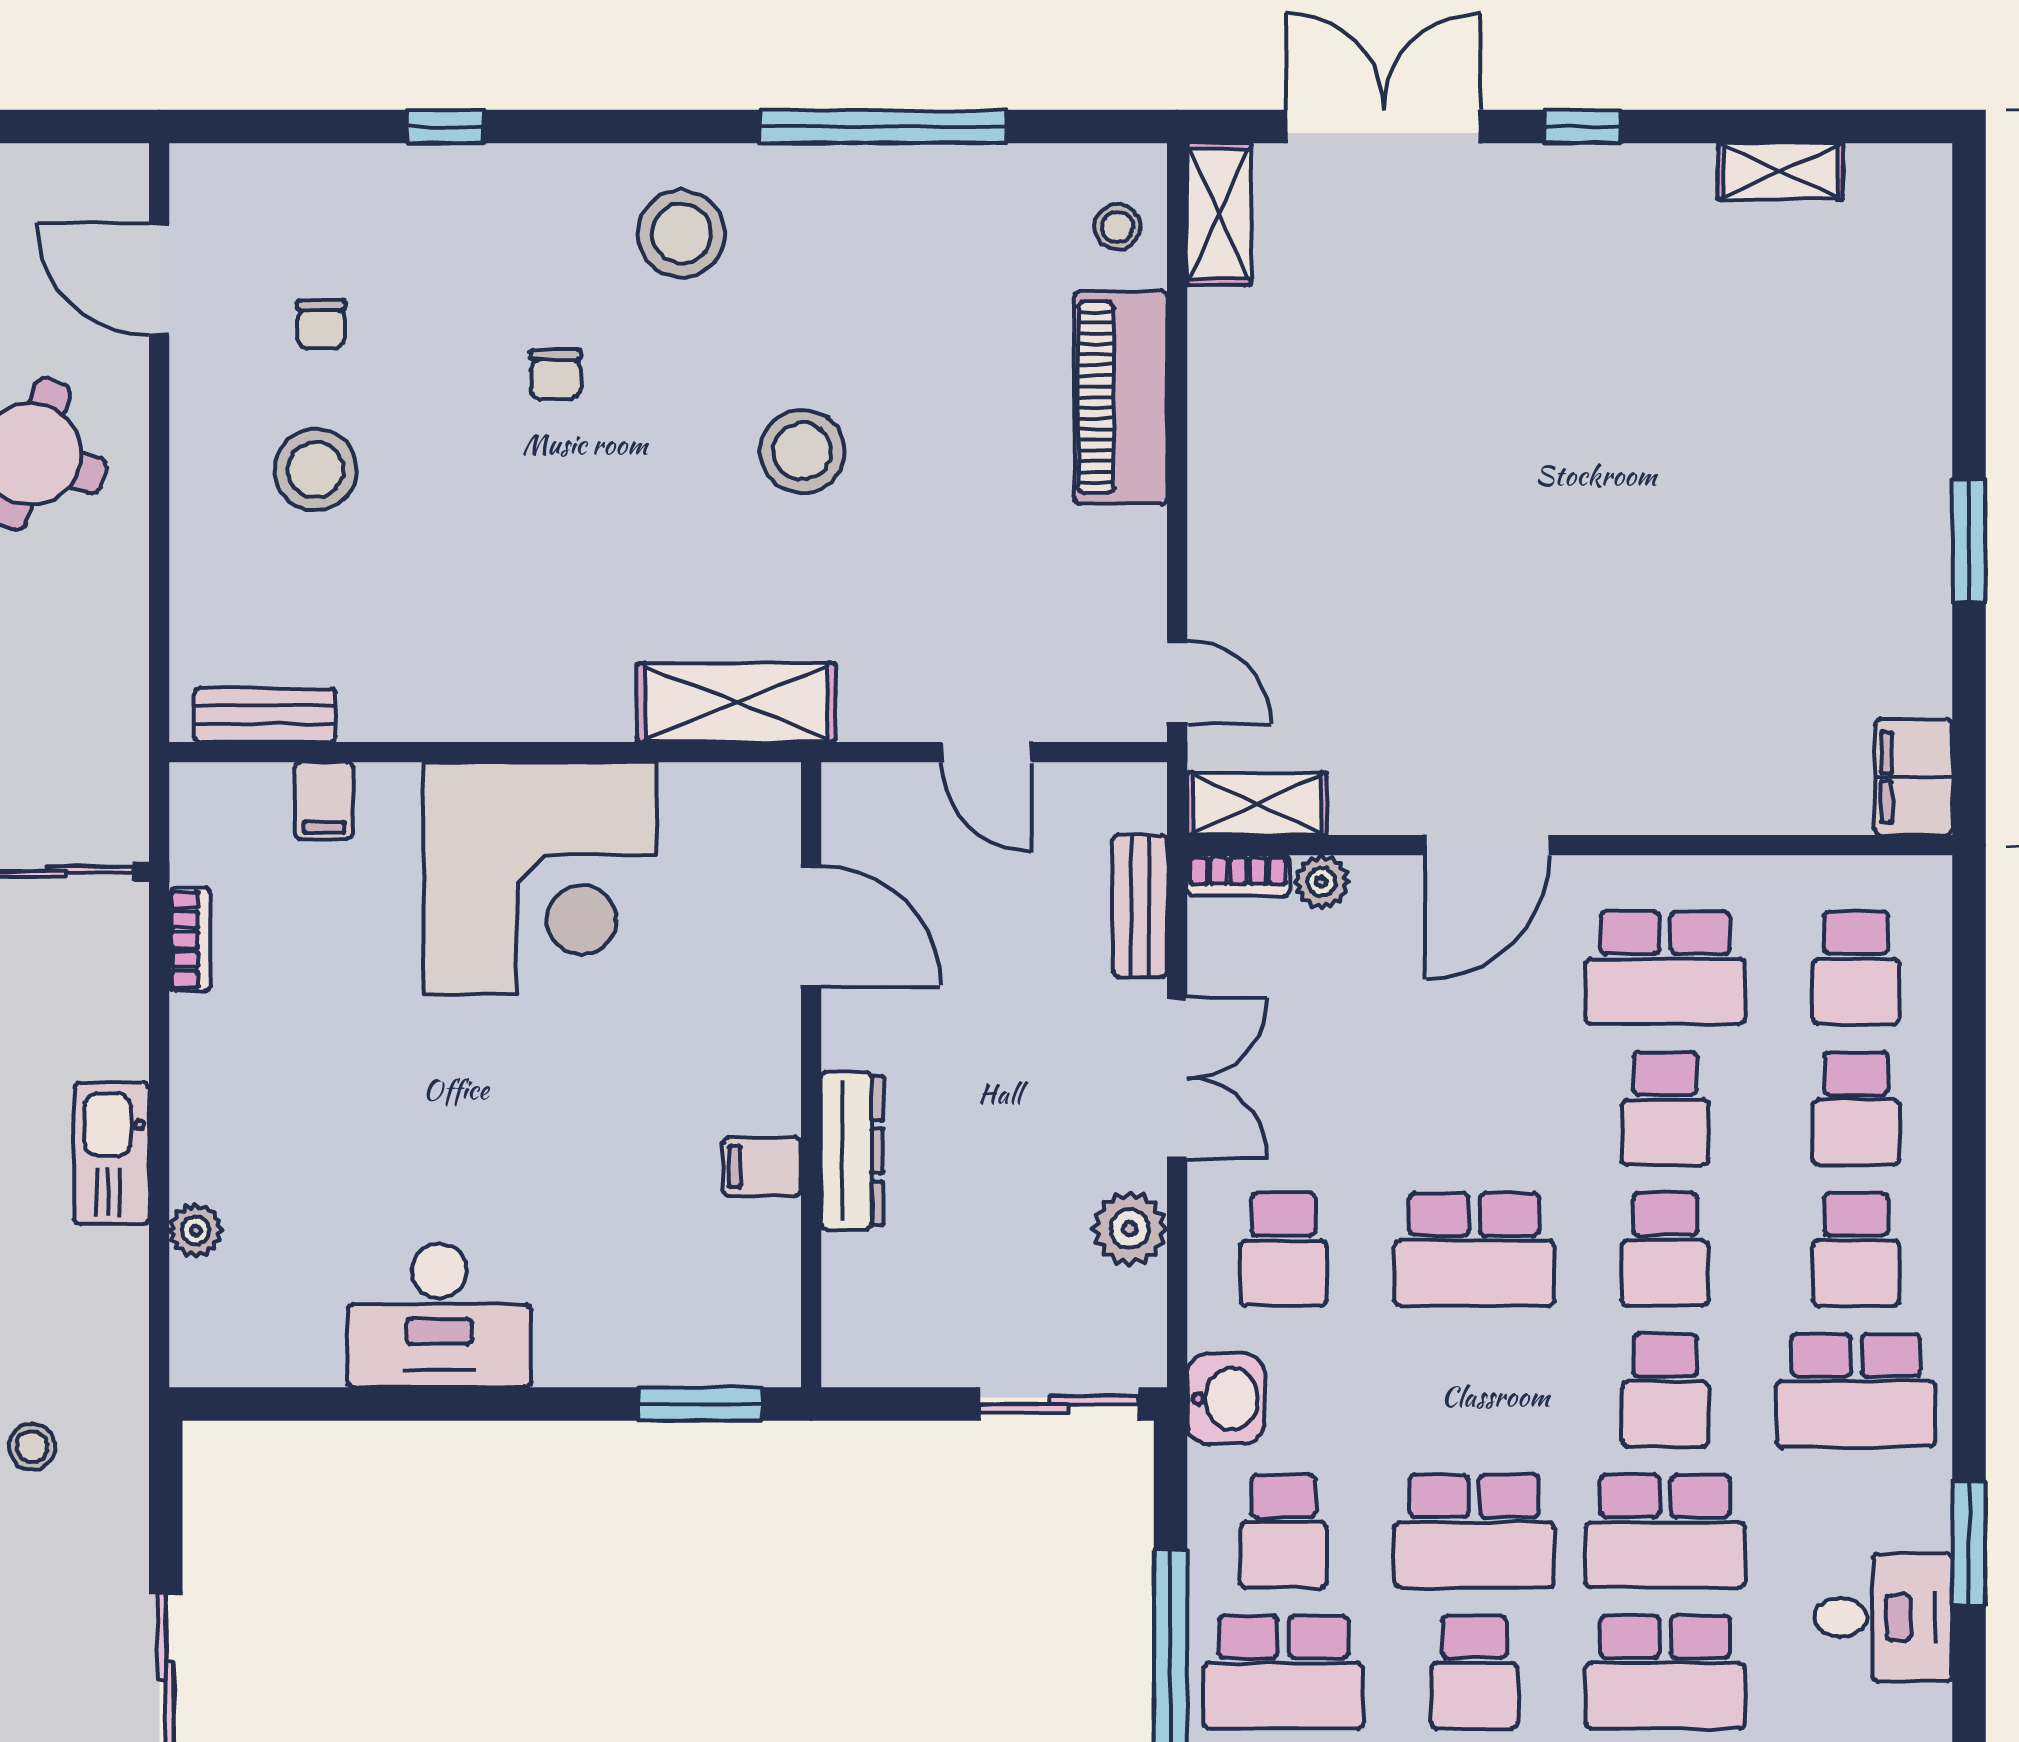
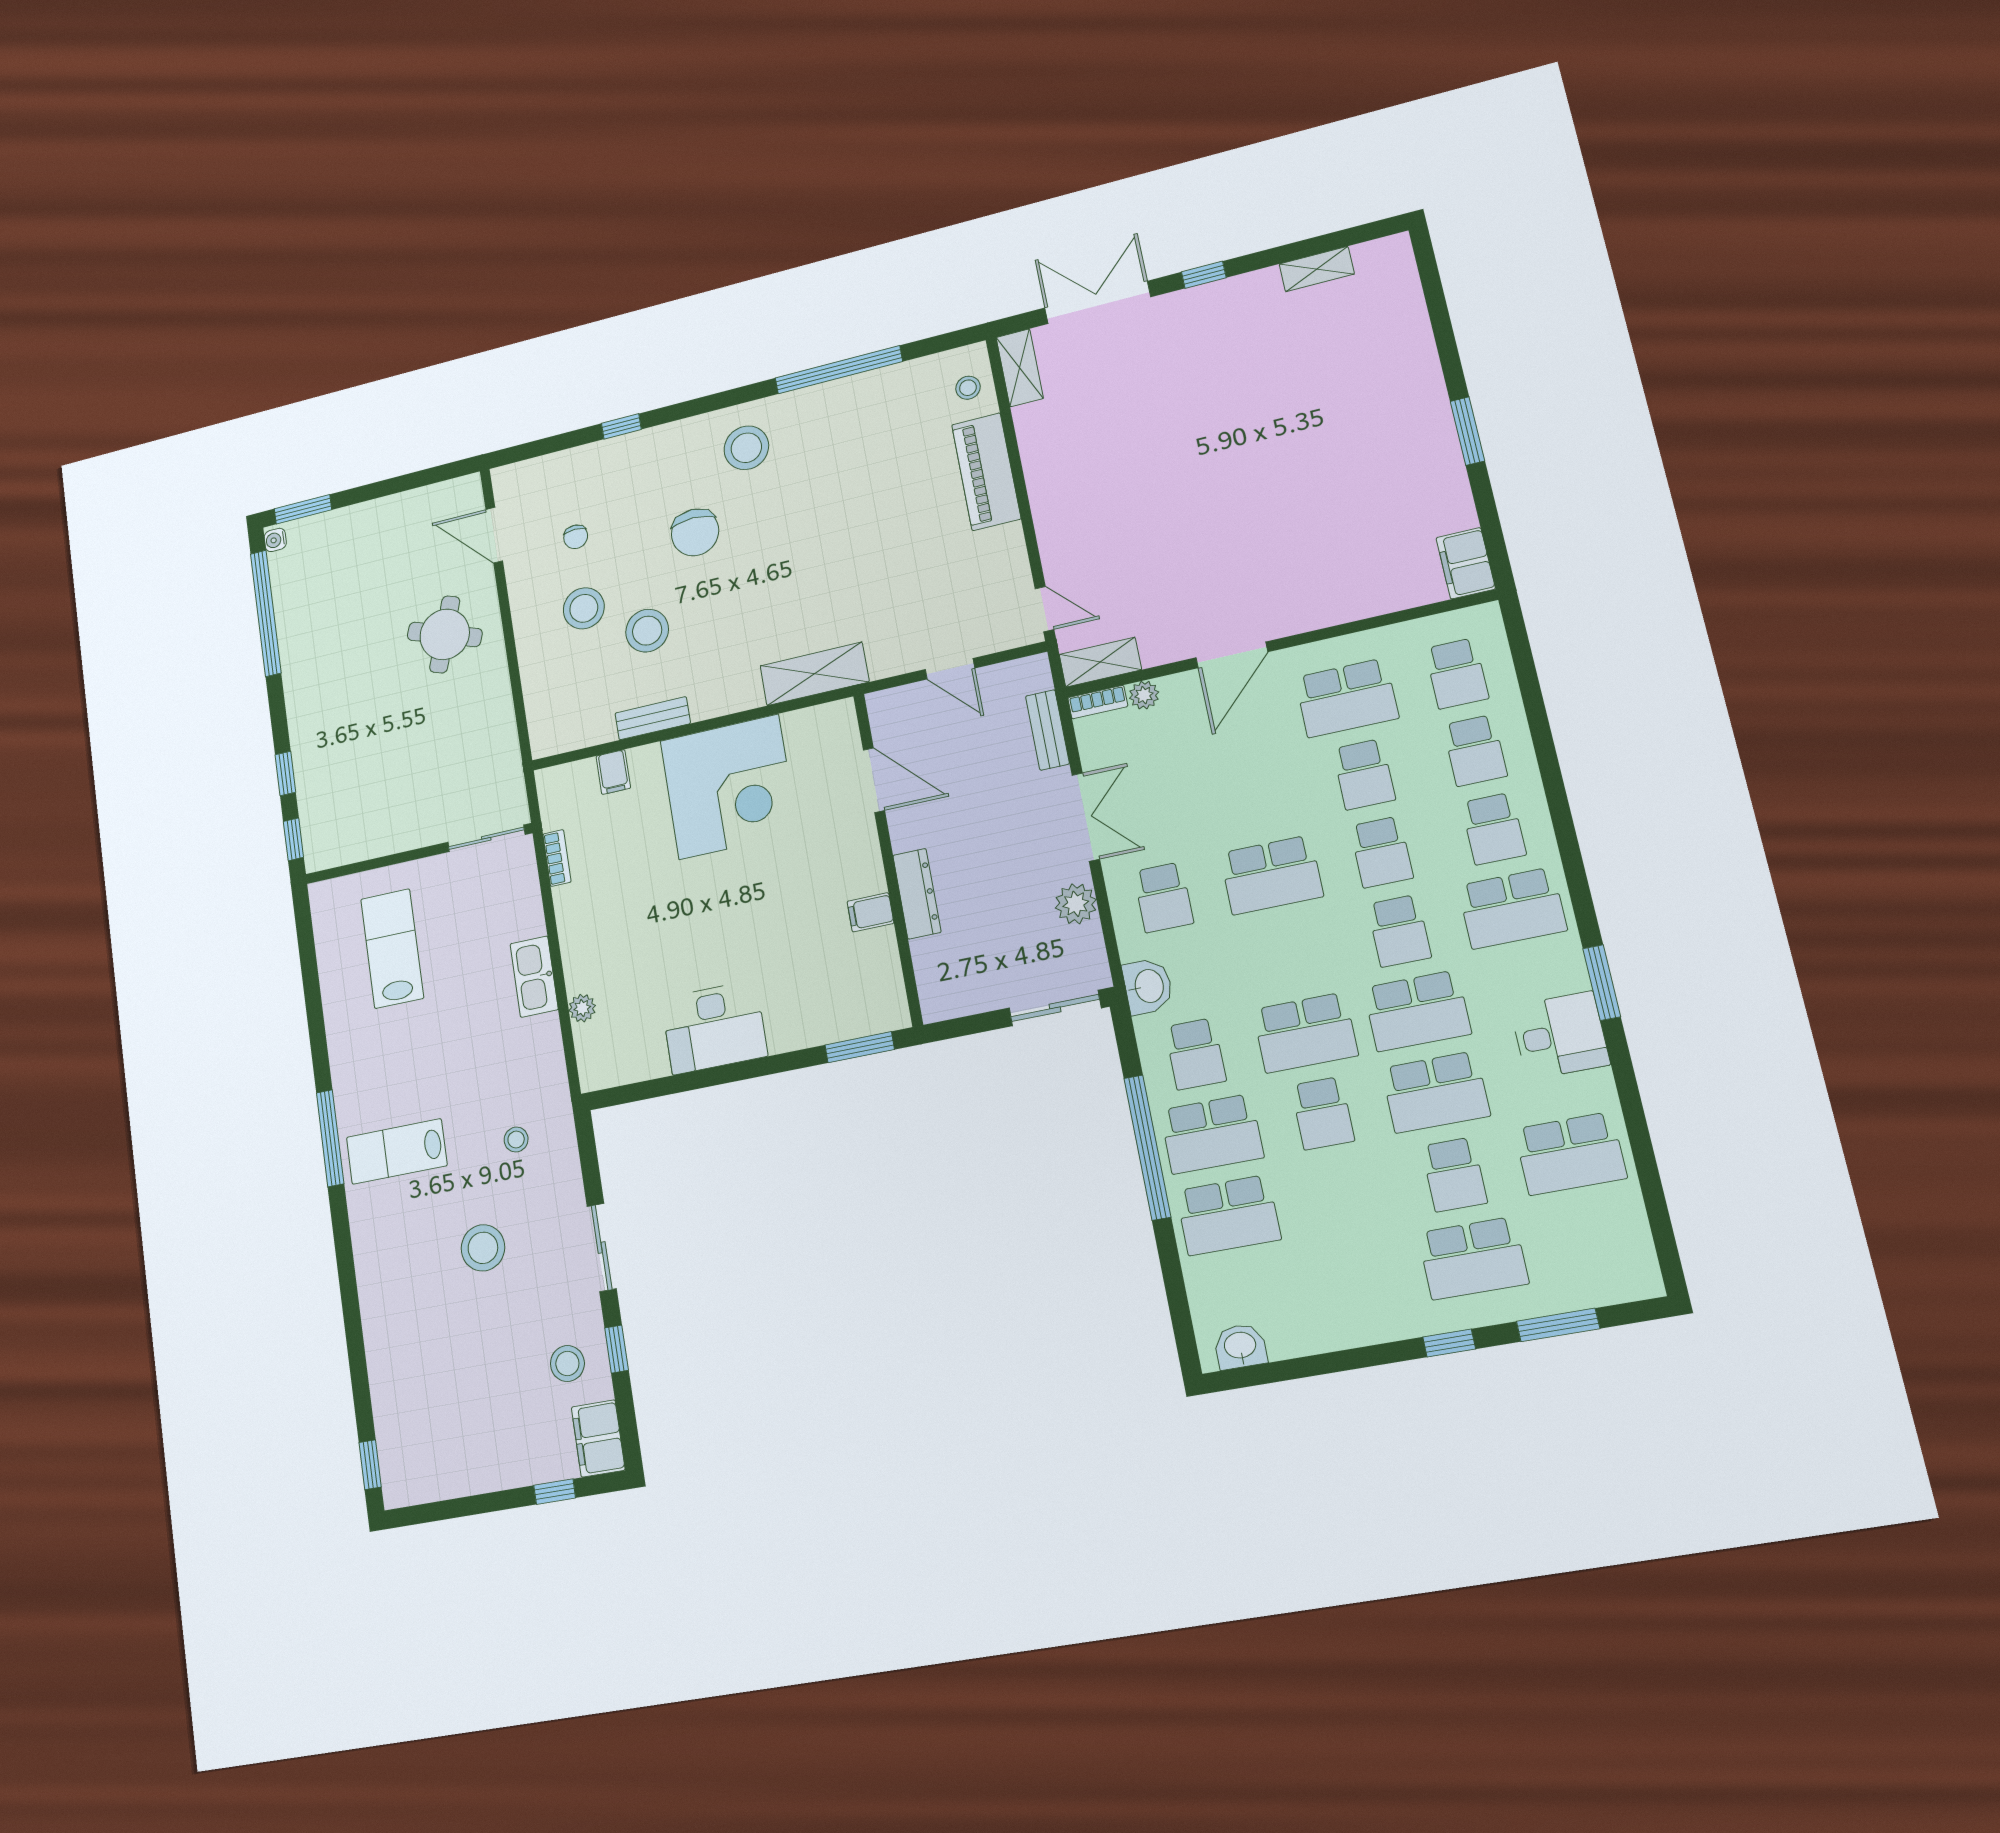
chair: (556, 375) -> (695, 532), width x1.87, depth x1.87
stool: (802, 451) -> (647, 631), moved
bench: (265, 715) -> (653, 718), moved

